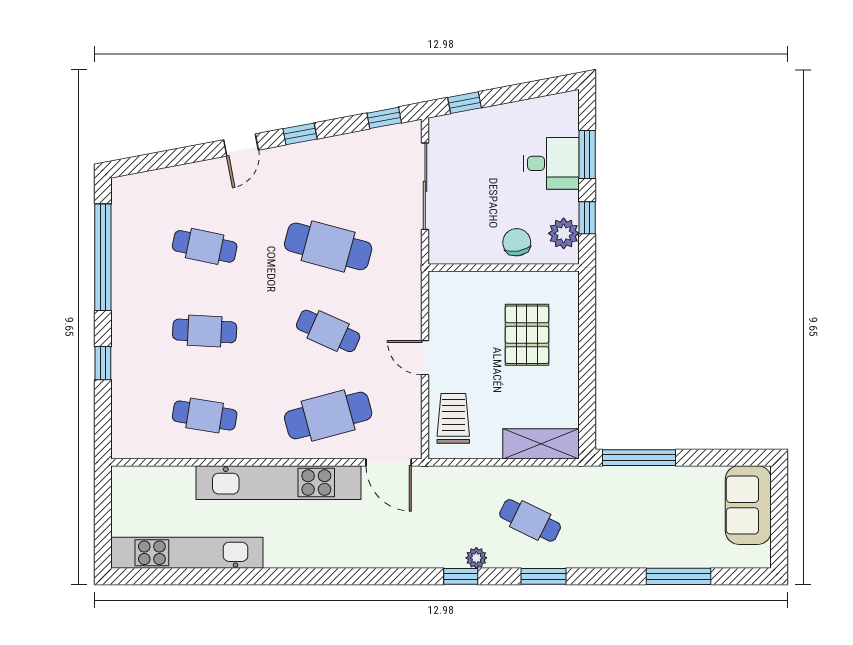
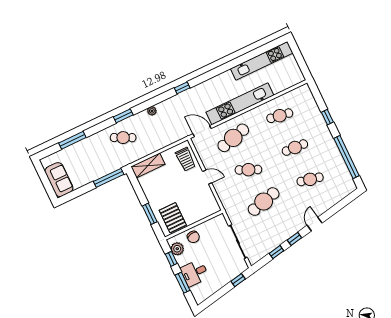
window: (384, 118) -> (276, 252), moved
cafe table: (328, 246) -> (264, 202), turned -30
pallet: (527, 335) -> (173, 218), moved
window: (587, 337) -> (150, 214), added
cafe table: (530, 520) -> (123, 138), moved
window: (461, 576) -> (182, 88), moved

